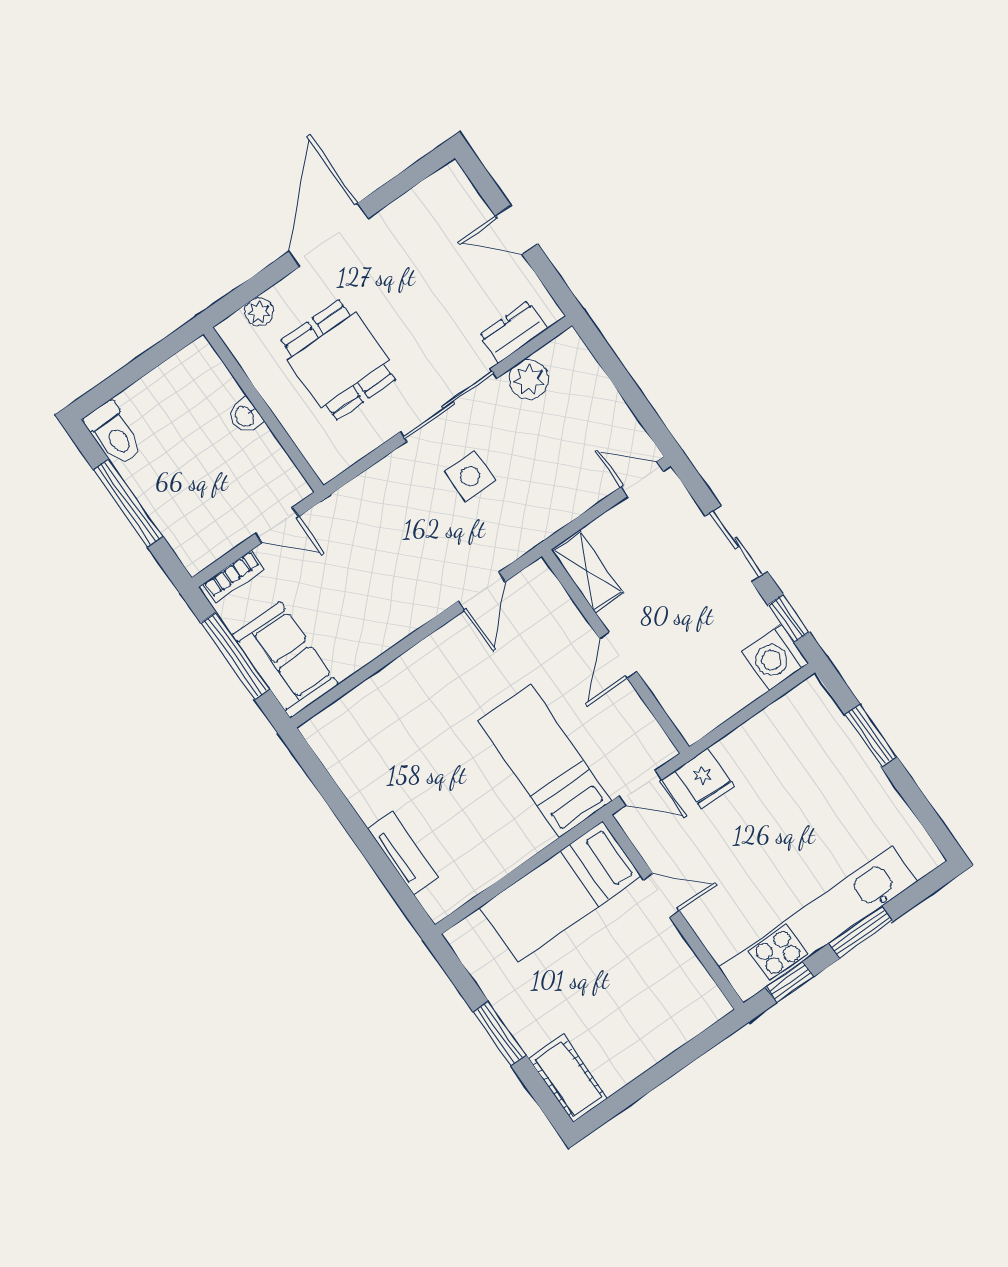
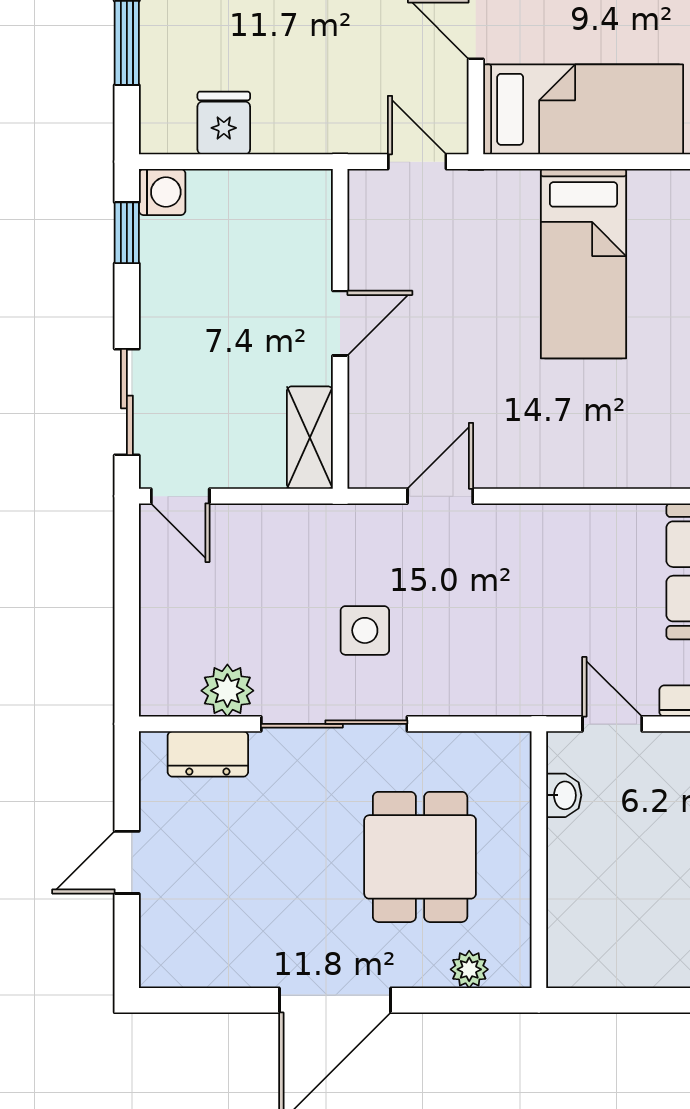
door: (517, 230) -> (127, 862), swing flipped
washbasin: (245, 416) -> (564, 795), moved
sliding door: (736, 544) -> (127, 402), moved
washing machine: (775, 657) -> (162, 192), width x0.73, depth x0.73
bed: (545, 761) -> (583, 264), moved
fridge: (705, 778) -> (224, 123), moved

